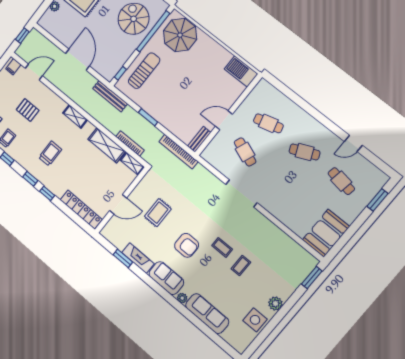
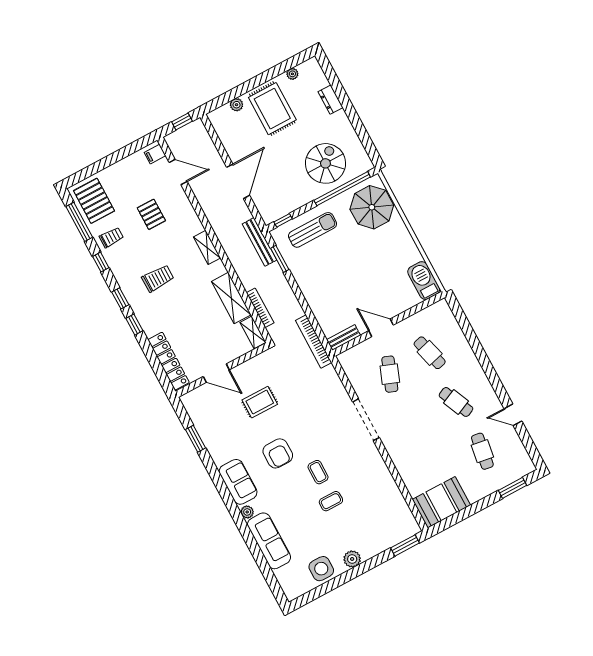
window: (148, 117) -> (280, 259), moved
fireplace: (138, 258) -> (214, 446), removed

